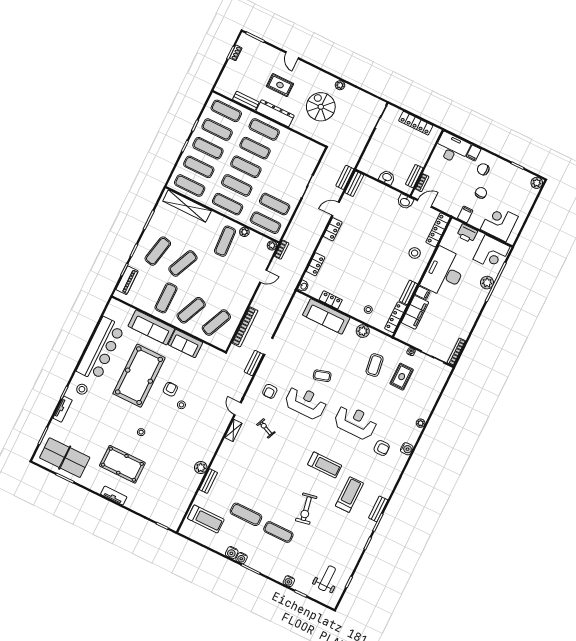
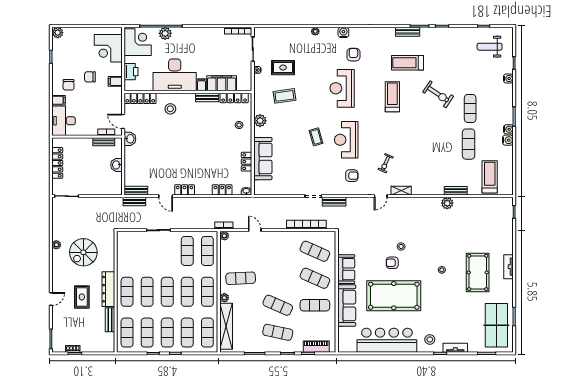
plant: (244, 232) -> (224, 298), moved
exercise bike: (306, 509) -> (438, 94), turned 45

